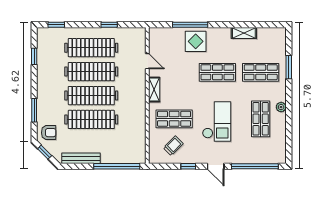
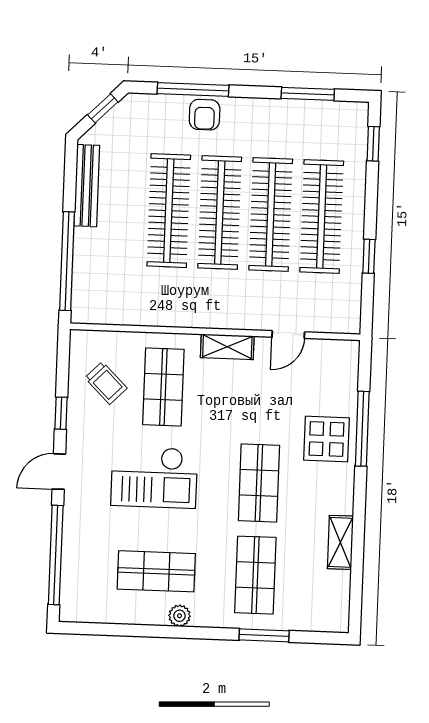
window: (34, 56) -> (308, 94), width x1.50
window: (34, 110) -> (193, 89), width x1.44
armchair: (49, 133) -> (205, 115), moved

